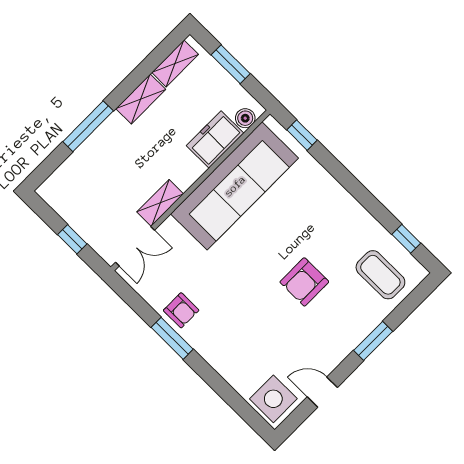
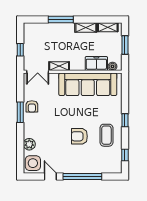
window: (302, 135) -> (125, 120), moved
coffee table: (380, 275) -> (106, 135), moved
window: (373, 341) -> (82, 176), width x2.11
plant: (237, 374) -> (29, 144), added

